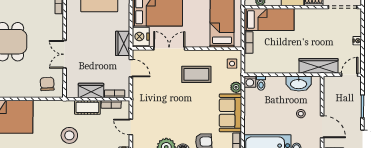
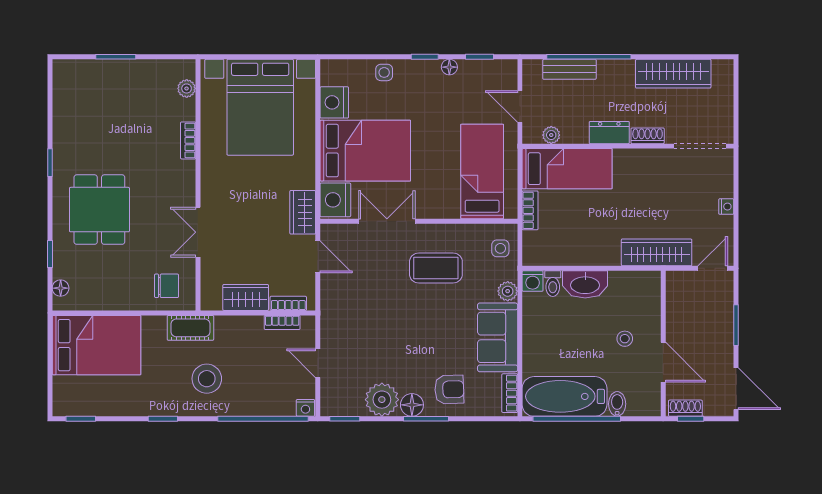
chair: (47, 84) -> (167, 286), turned 93
washbasin: (299, 84) -> (585, 284), moved
cot: (87, 107) -> (190, 328), moved

